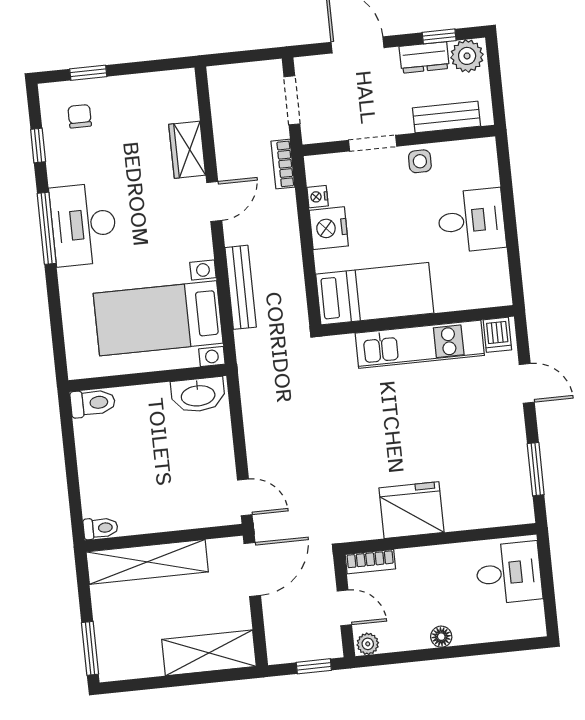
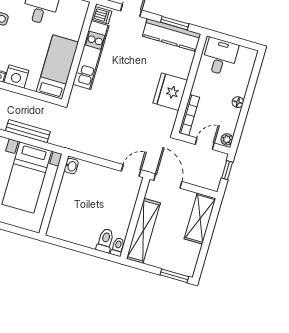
washbasin: (198, 395) -> (71, 166), width x0.52, depth x0.69
toilet: (93, 403) -> (105, 241), moved
kitchen counter: (512, 472) -> (172, 35), added
bookcase: (370, 562) -> (189, 115), width x1.56

